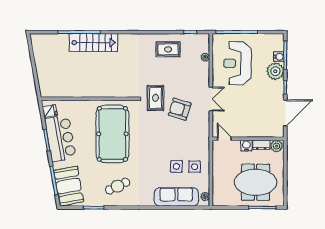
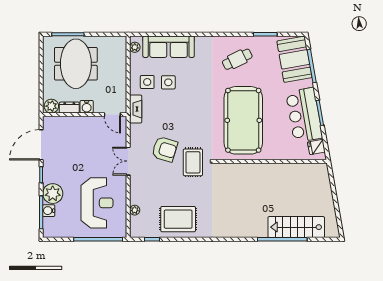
stairs: (93, 43) -> (296, 227), moved
rug: (168, 49) -> (178, 219), width x1.36, depth x1.43
fireplace: (204, 144) -> (136, 109), added
meeting table: (256, 182) -> (76, 64), turned 90

